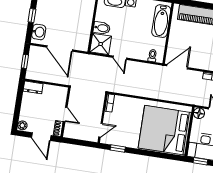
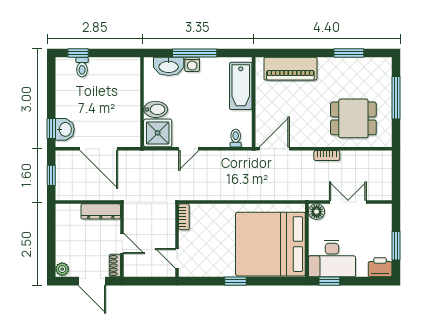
window: (32, 15) -> (51, 129), moved
door: (120, 58) -> (189, 149), hinge flipped
dresser: (33, 87) -> (101, 211), moved, width x1.44
door: (101, 130) -> (177, 258), swing flipped
window: (118, 148) -> (235, 281), moved

